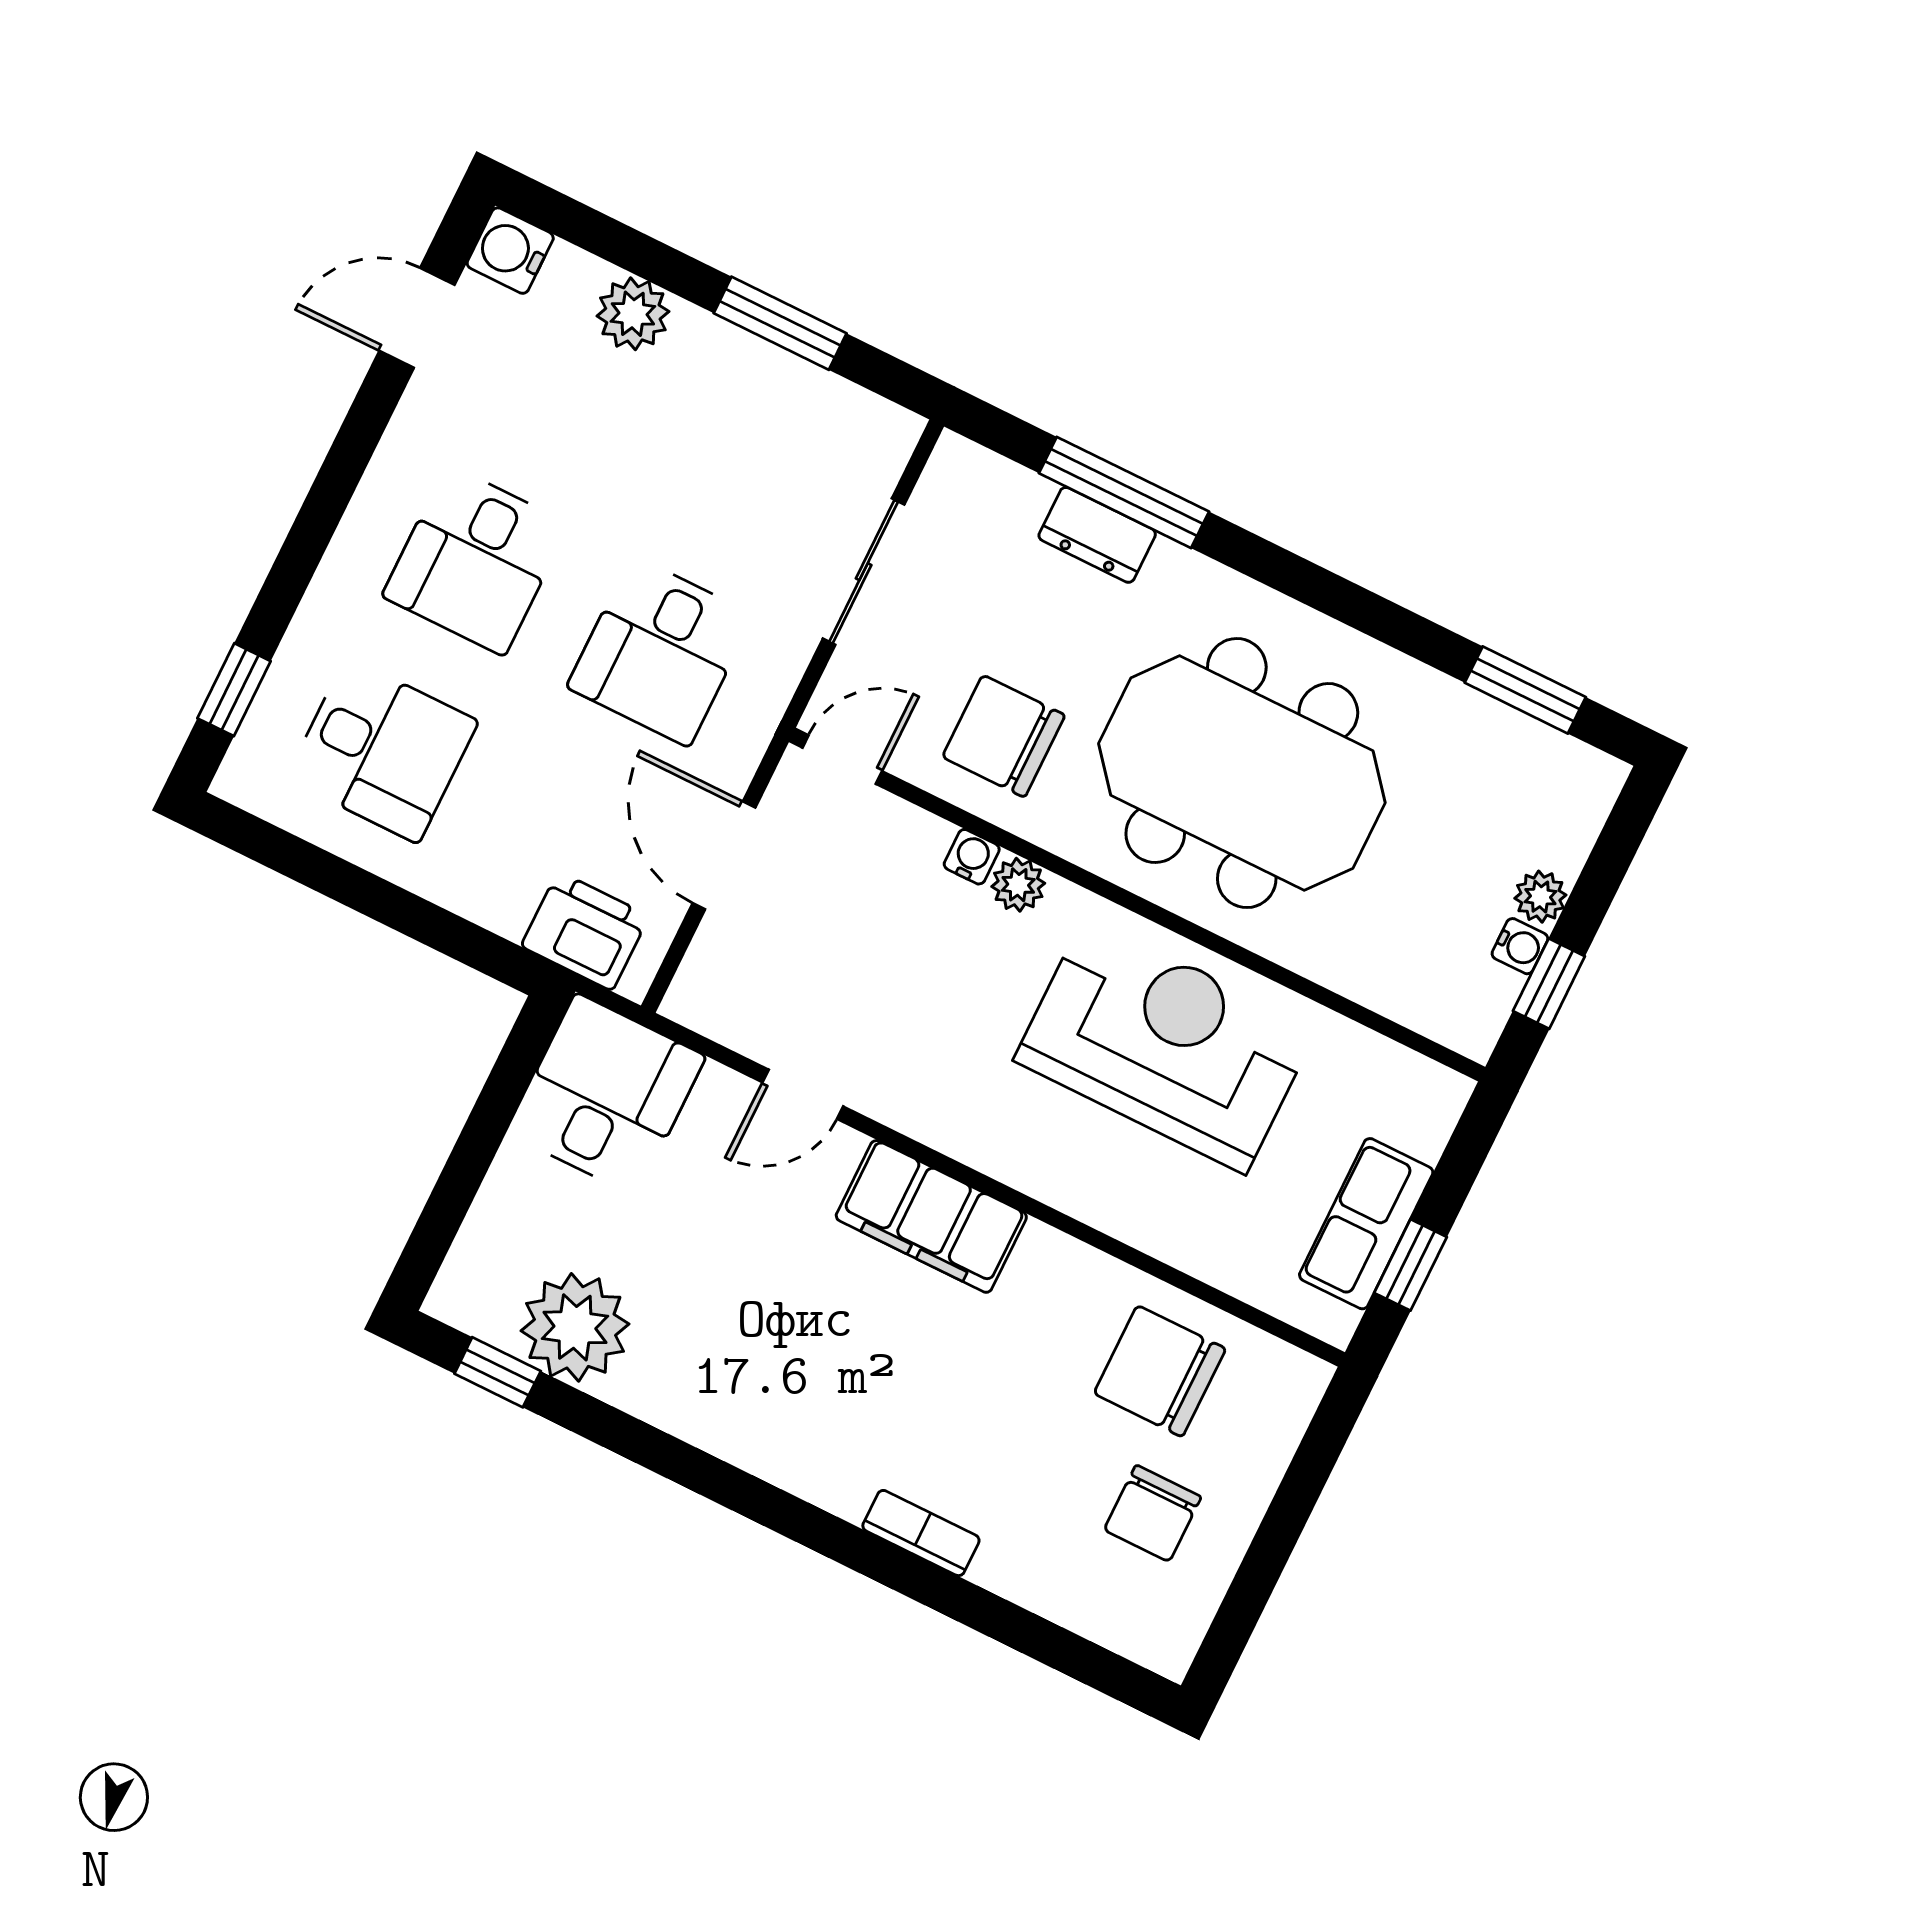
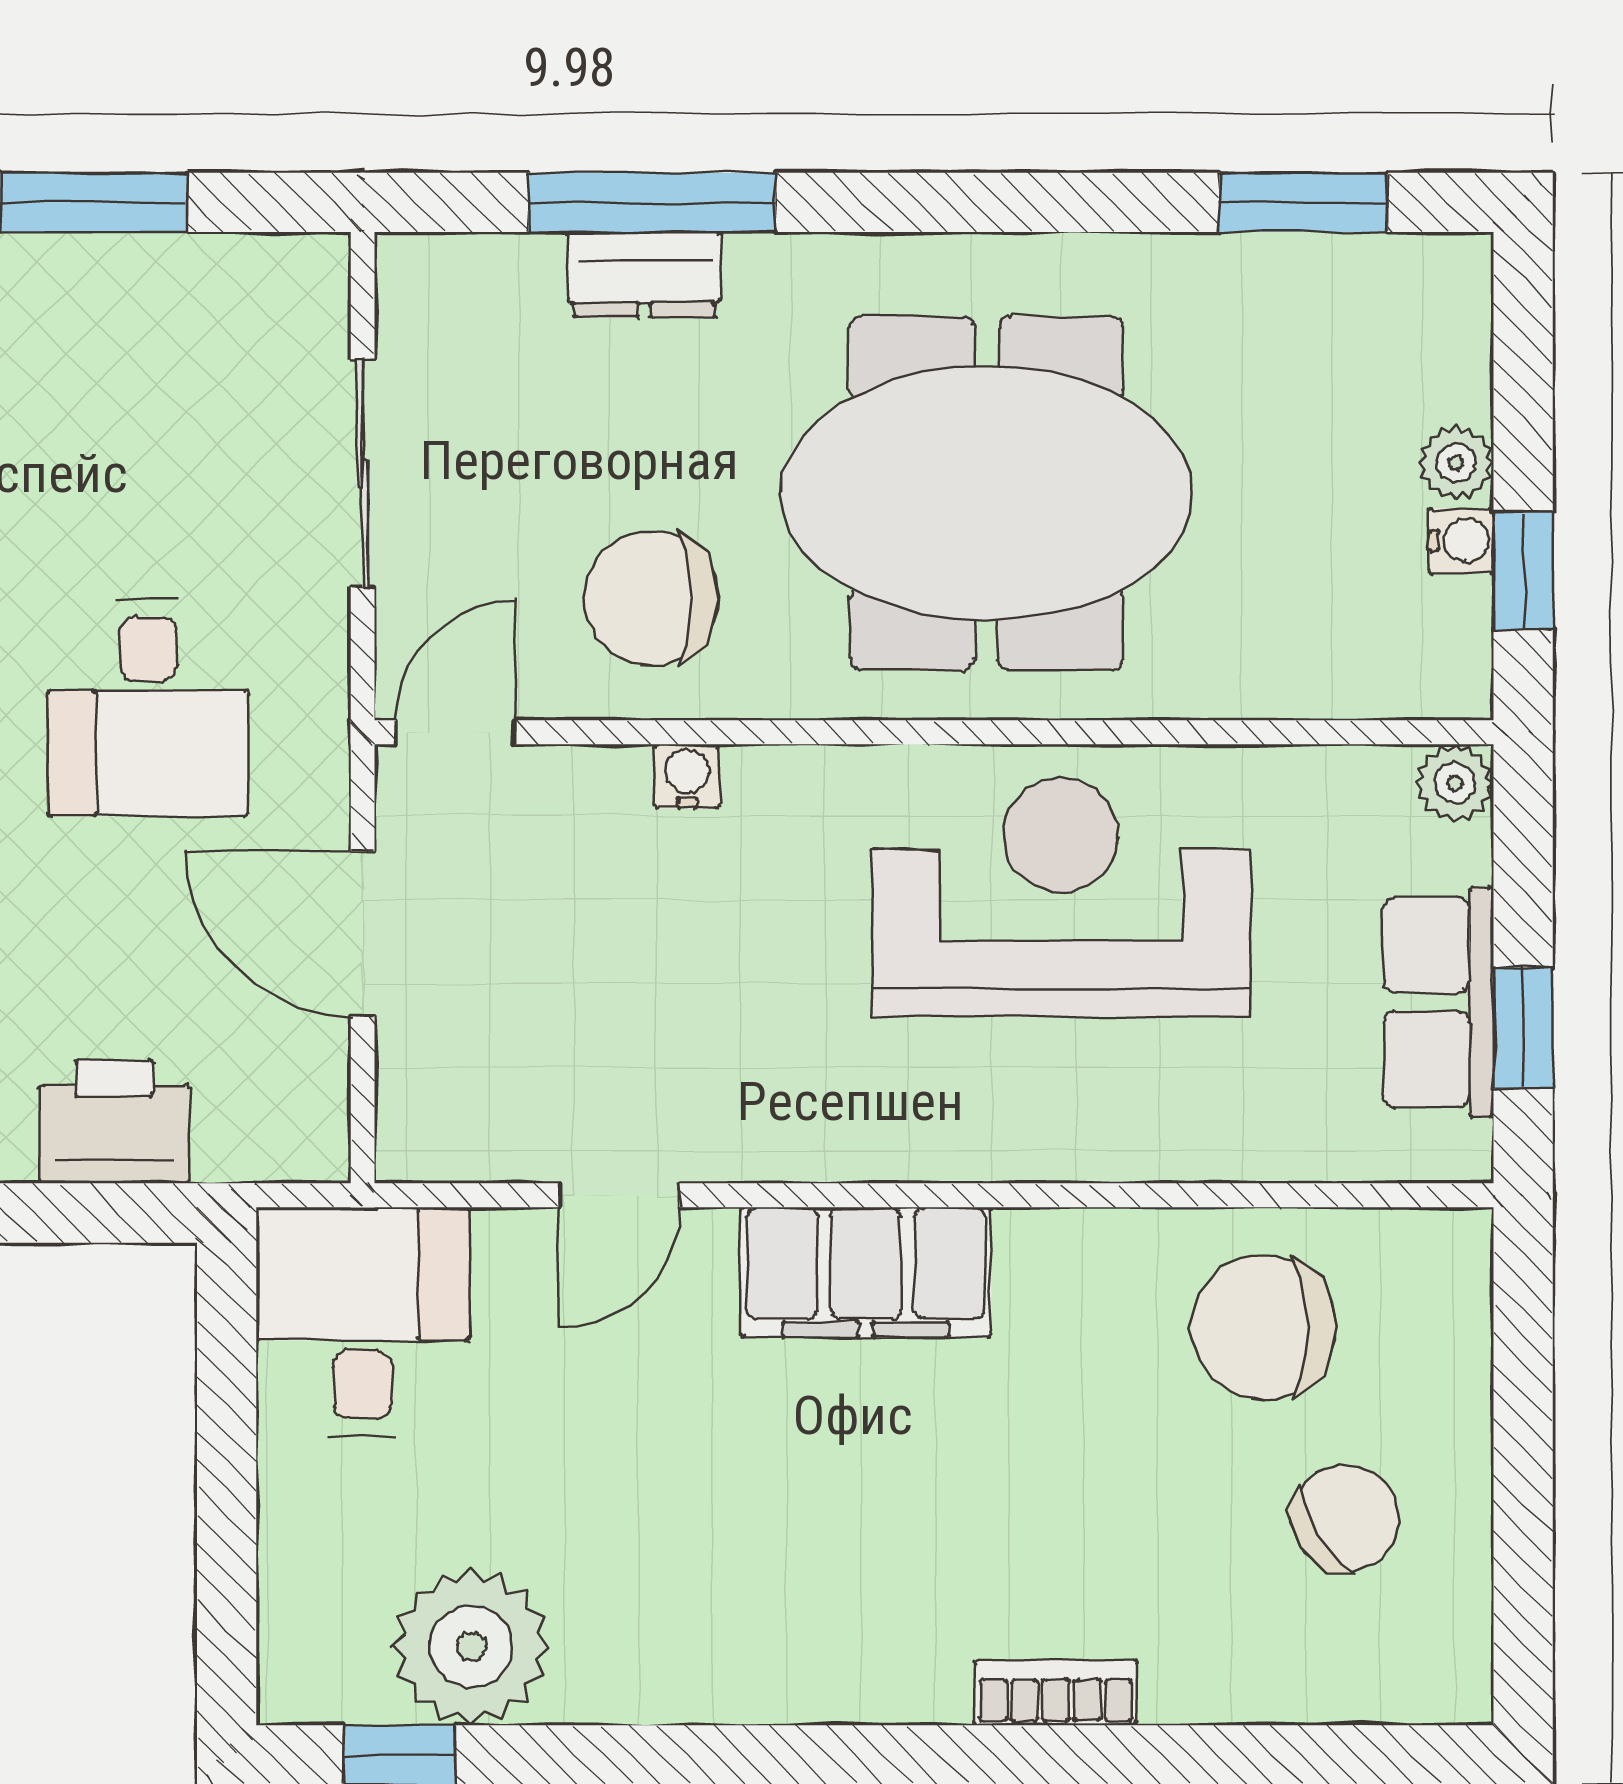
plant: (1018, 885) -> (1455, 783), moved
printer: (585, 931) -> (114, 1122), moved
chair: (1153, 1513) -> (1346, 1518), turned -122

